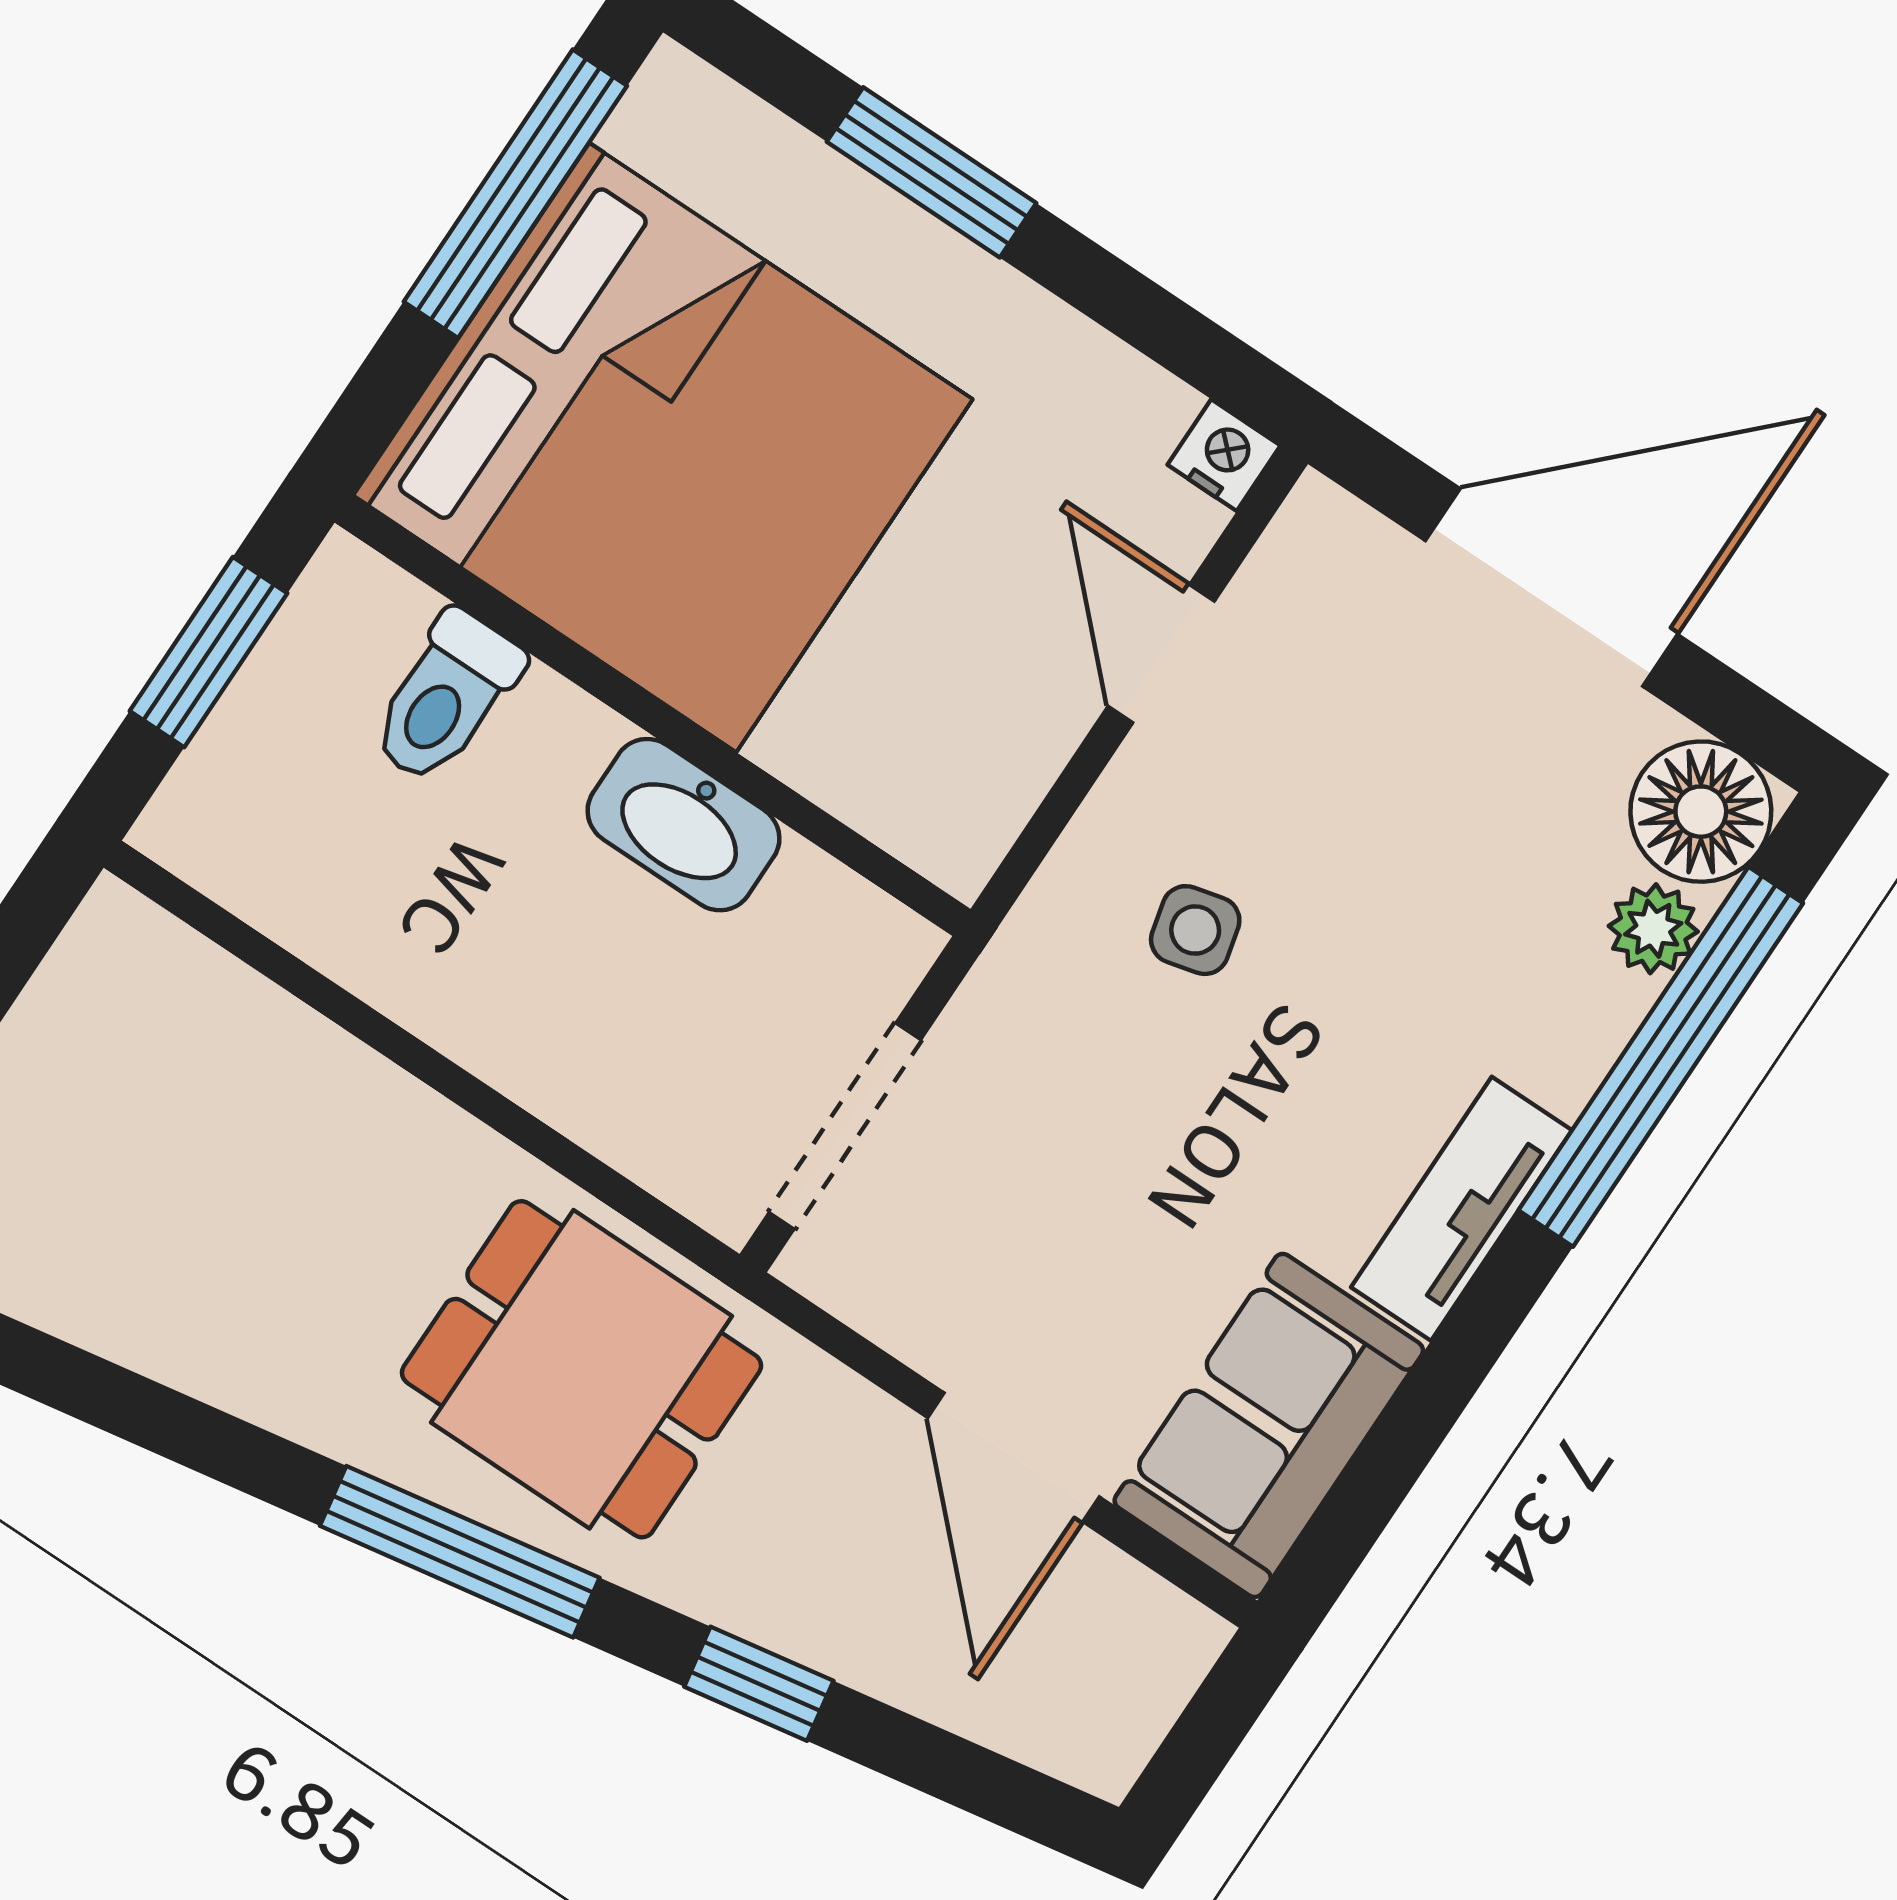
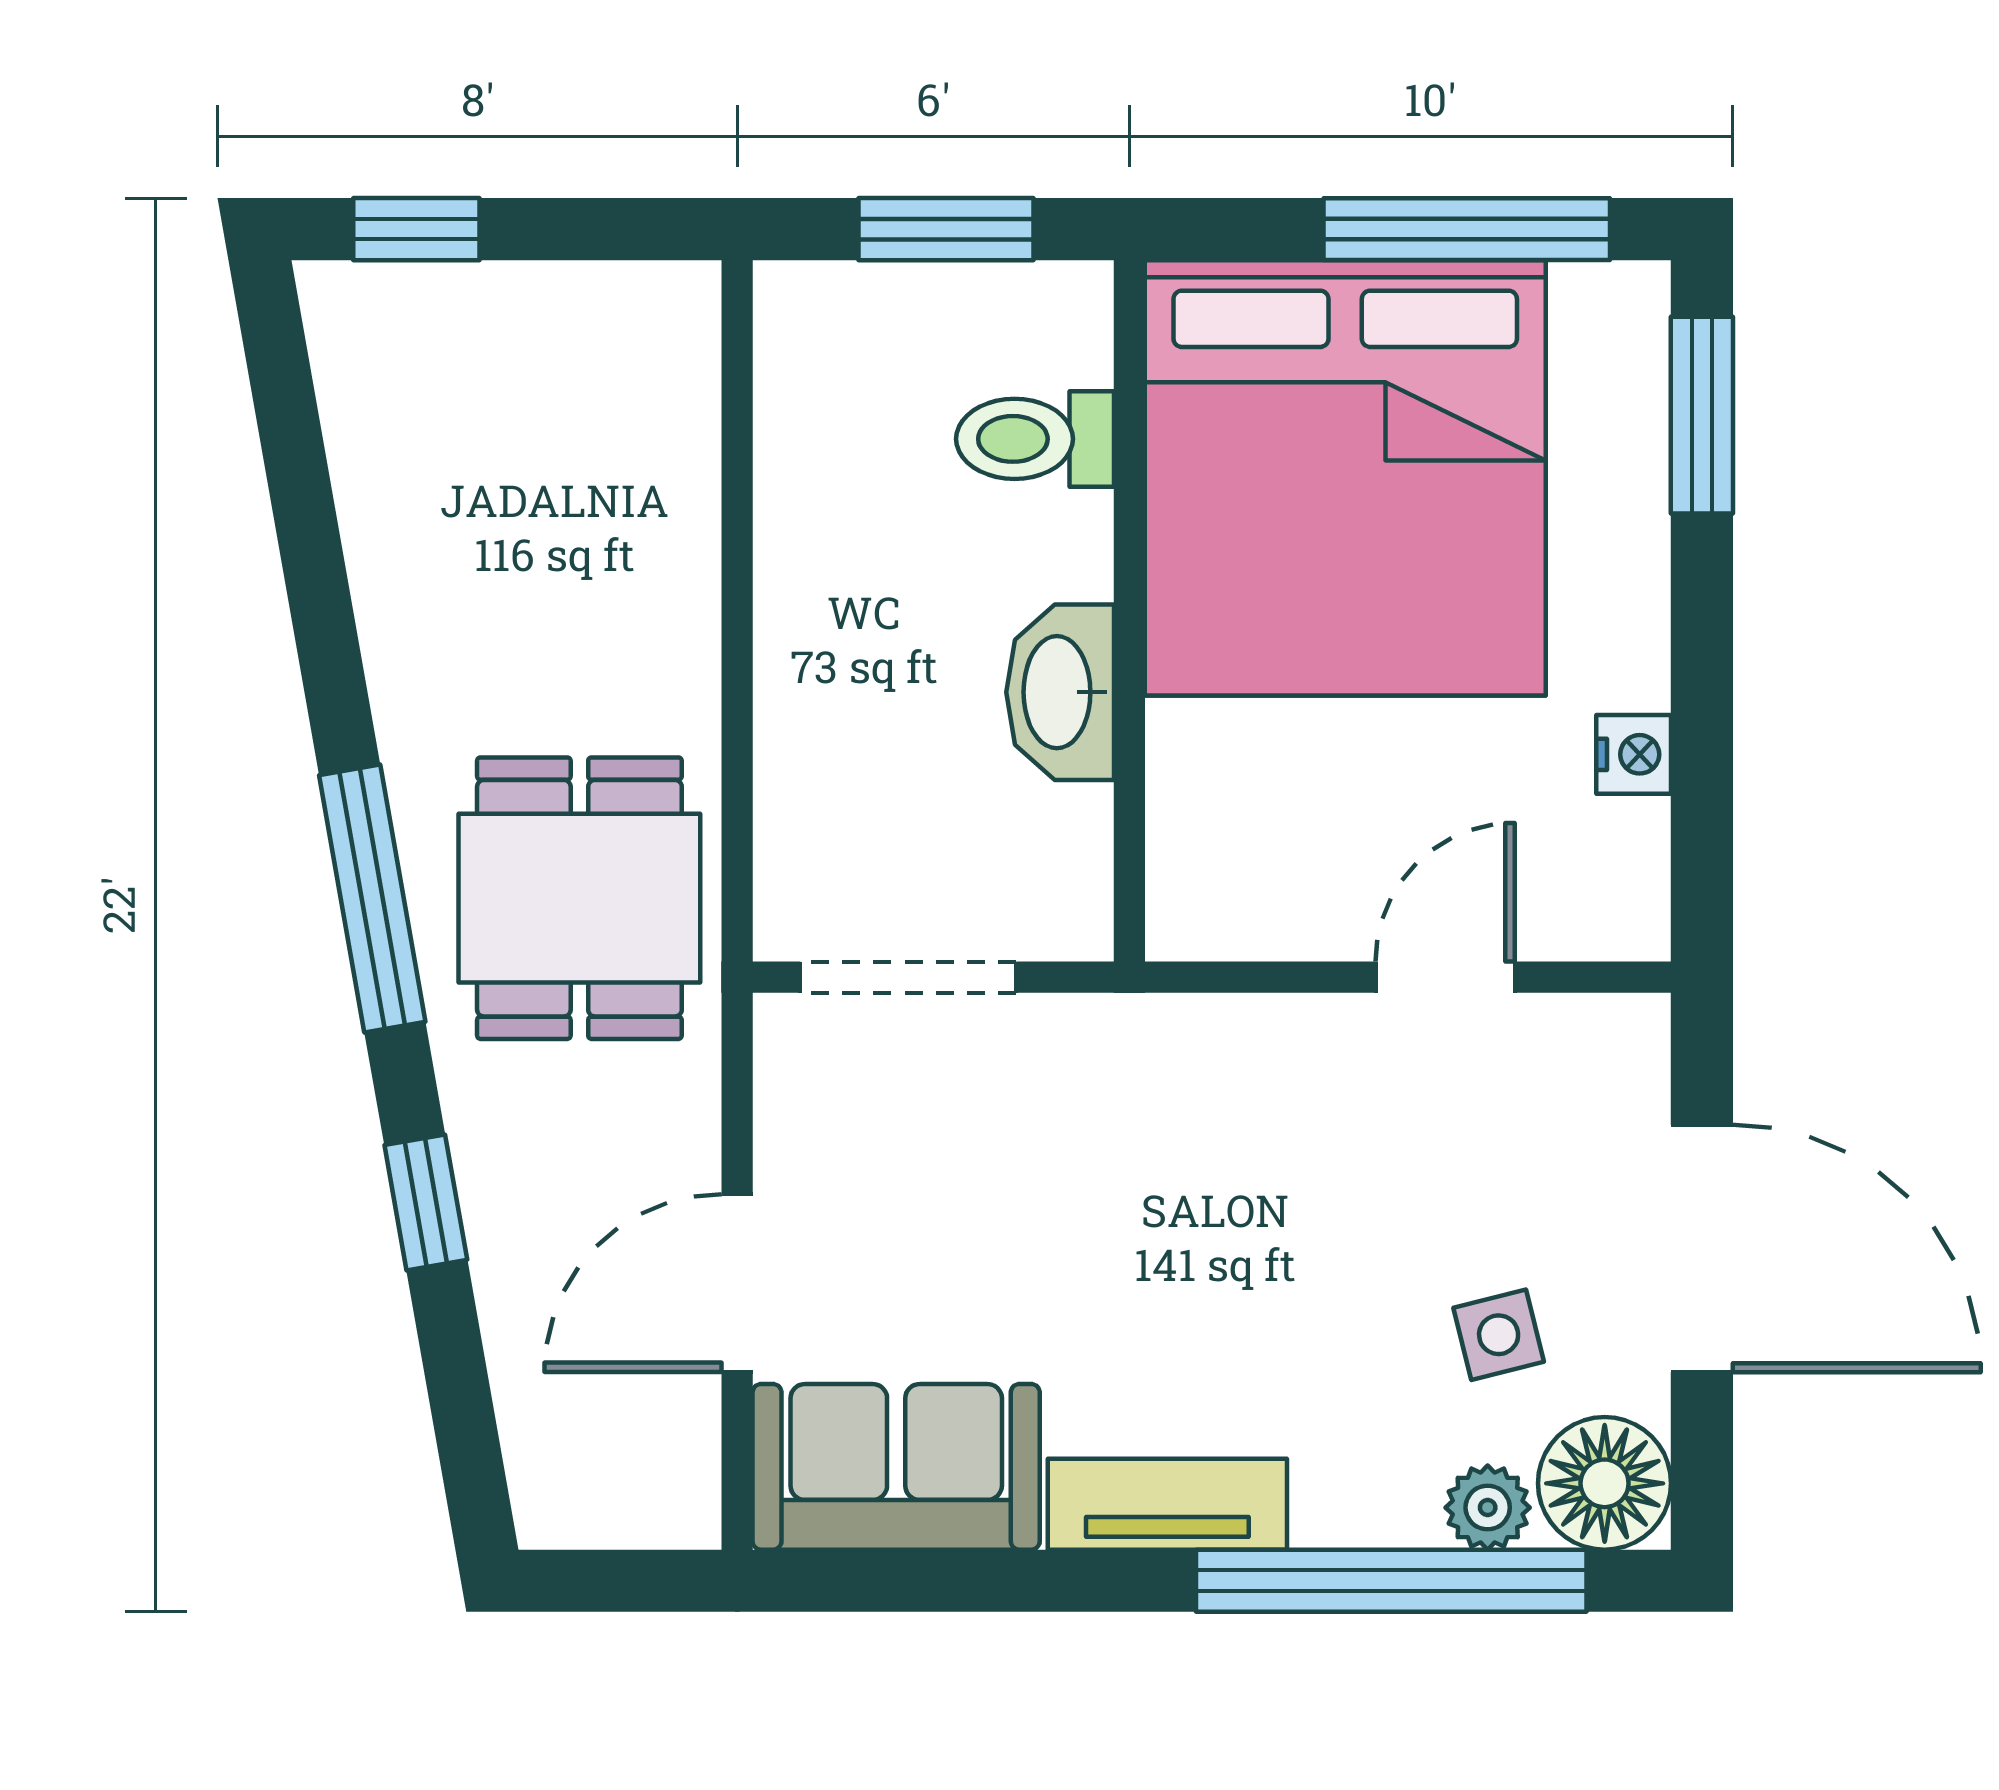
window: (931, 172) -> (1702, 415), moved
nightstand: (1224, 455) -> (1634, 754), moved
side table: (1195, 930) -> (1499, 1335), moved

